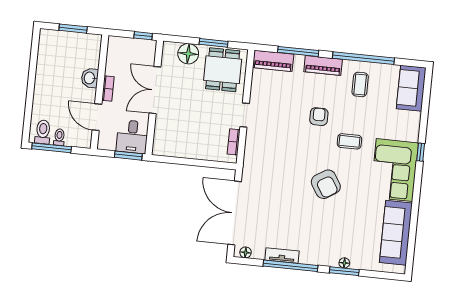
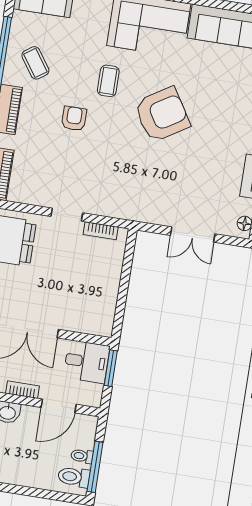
coffee table: (360, 84) -> (35, 63), turned 55
armchair: (319, 117) -> (74, 119), turned 90
armchair: (326, 184) -> (162, 115), width x1.36, depth x1.36
double door: (235, 213) -> (193, 235), width x0.54

